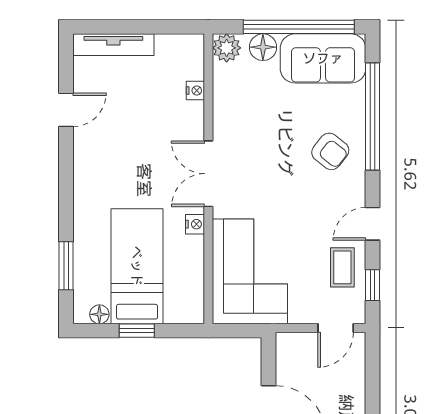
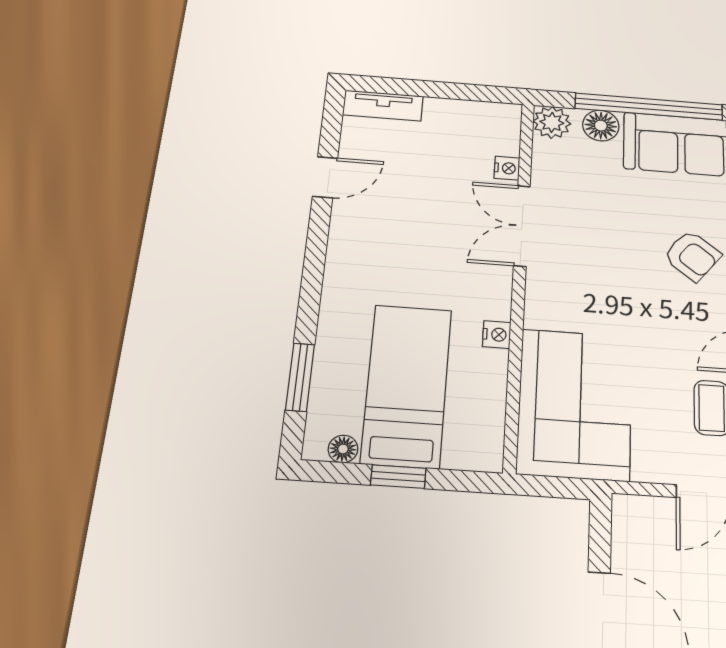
tv unit: (113, 45) -> (383, 106), width x0.71
double door: (208, 174) -> (522, 226), moved

